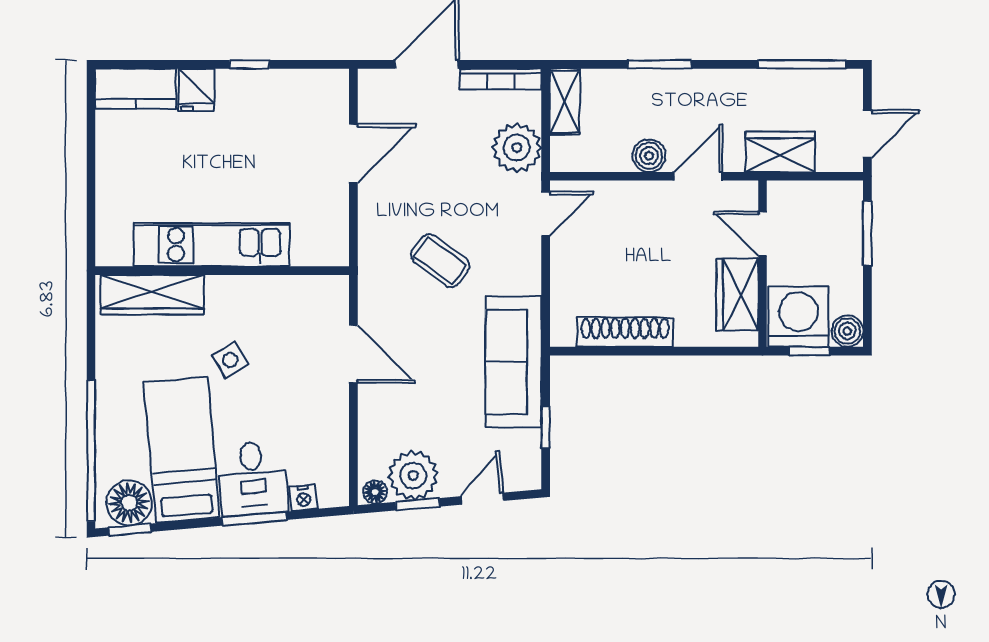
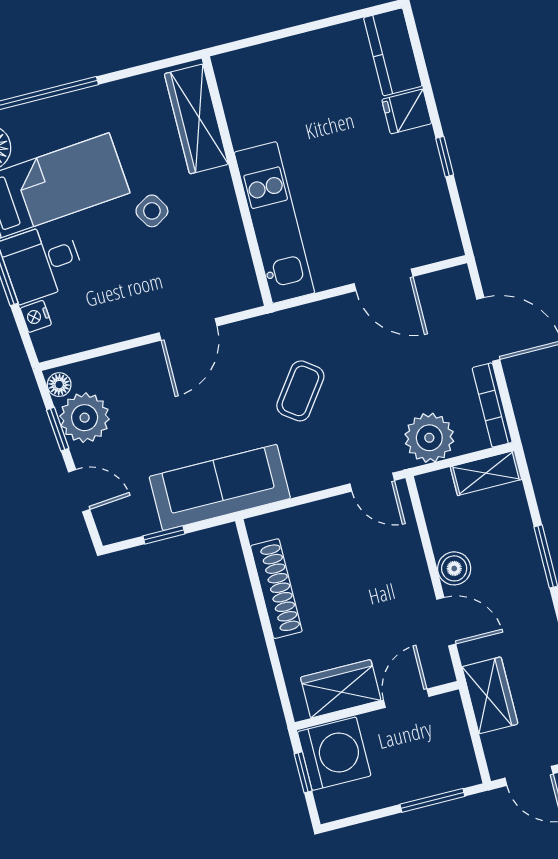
kitchen unit: (212, 245) -> (274, 223), moved
boiler: (847, 331) -> (332, 805), removed

